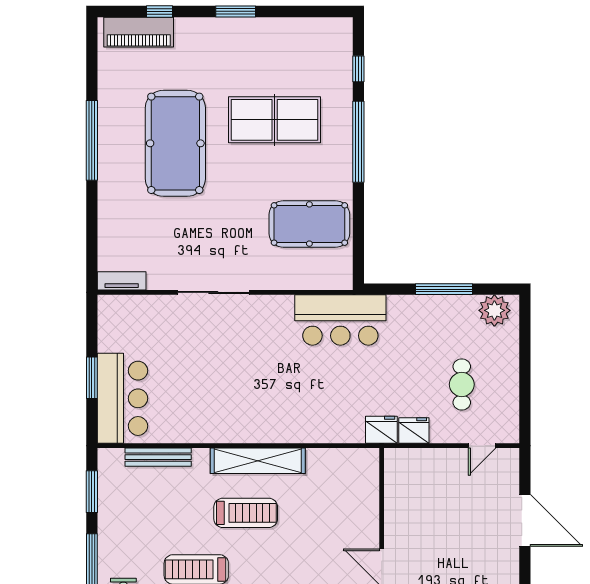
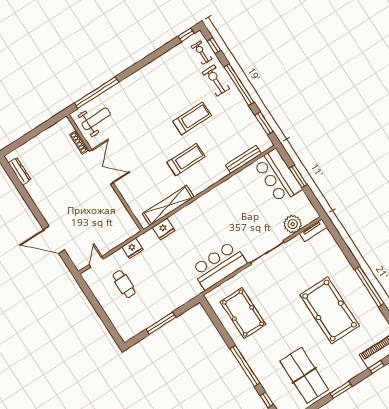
table tennis table: (275, 120) -> (304, 375), moved, turned 90
pool table: (309, 224) -> (243, 313), turned 90
plant: (494, 310) -> (293, 224), moved
bar counter: (340, 320) -> (219, 265), moved
fridge: (381, 430) -> (164, 229), moved
shelving: (258, 461) -> (168, 205), moved
treadmill: (246, 513) -> (186, 160), turned 180

